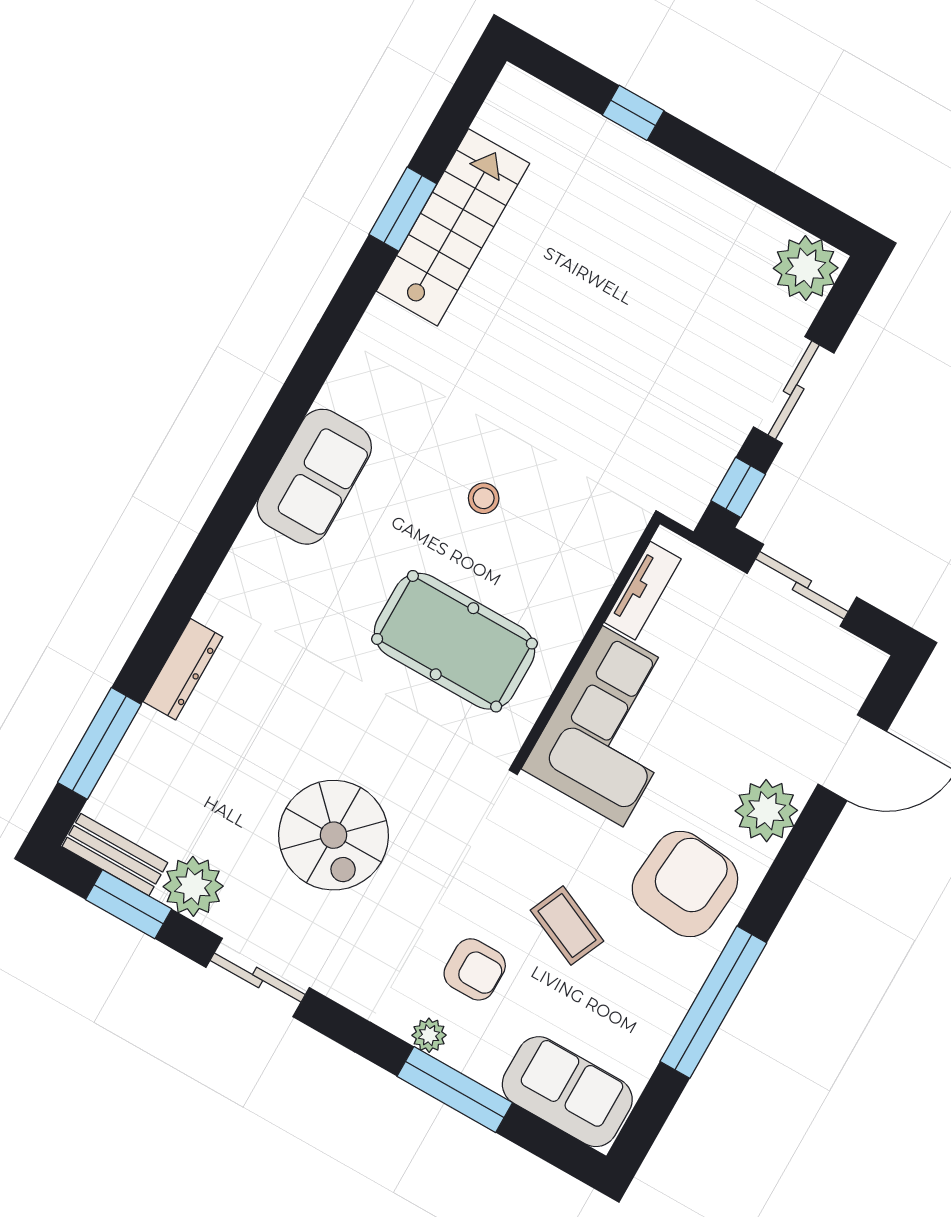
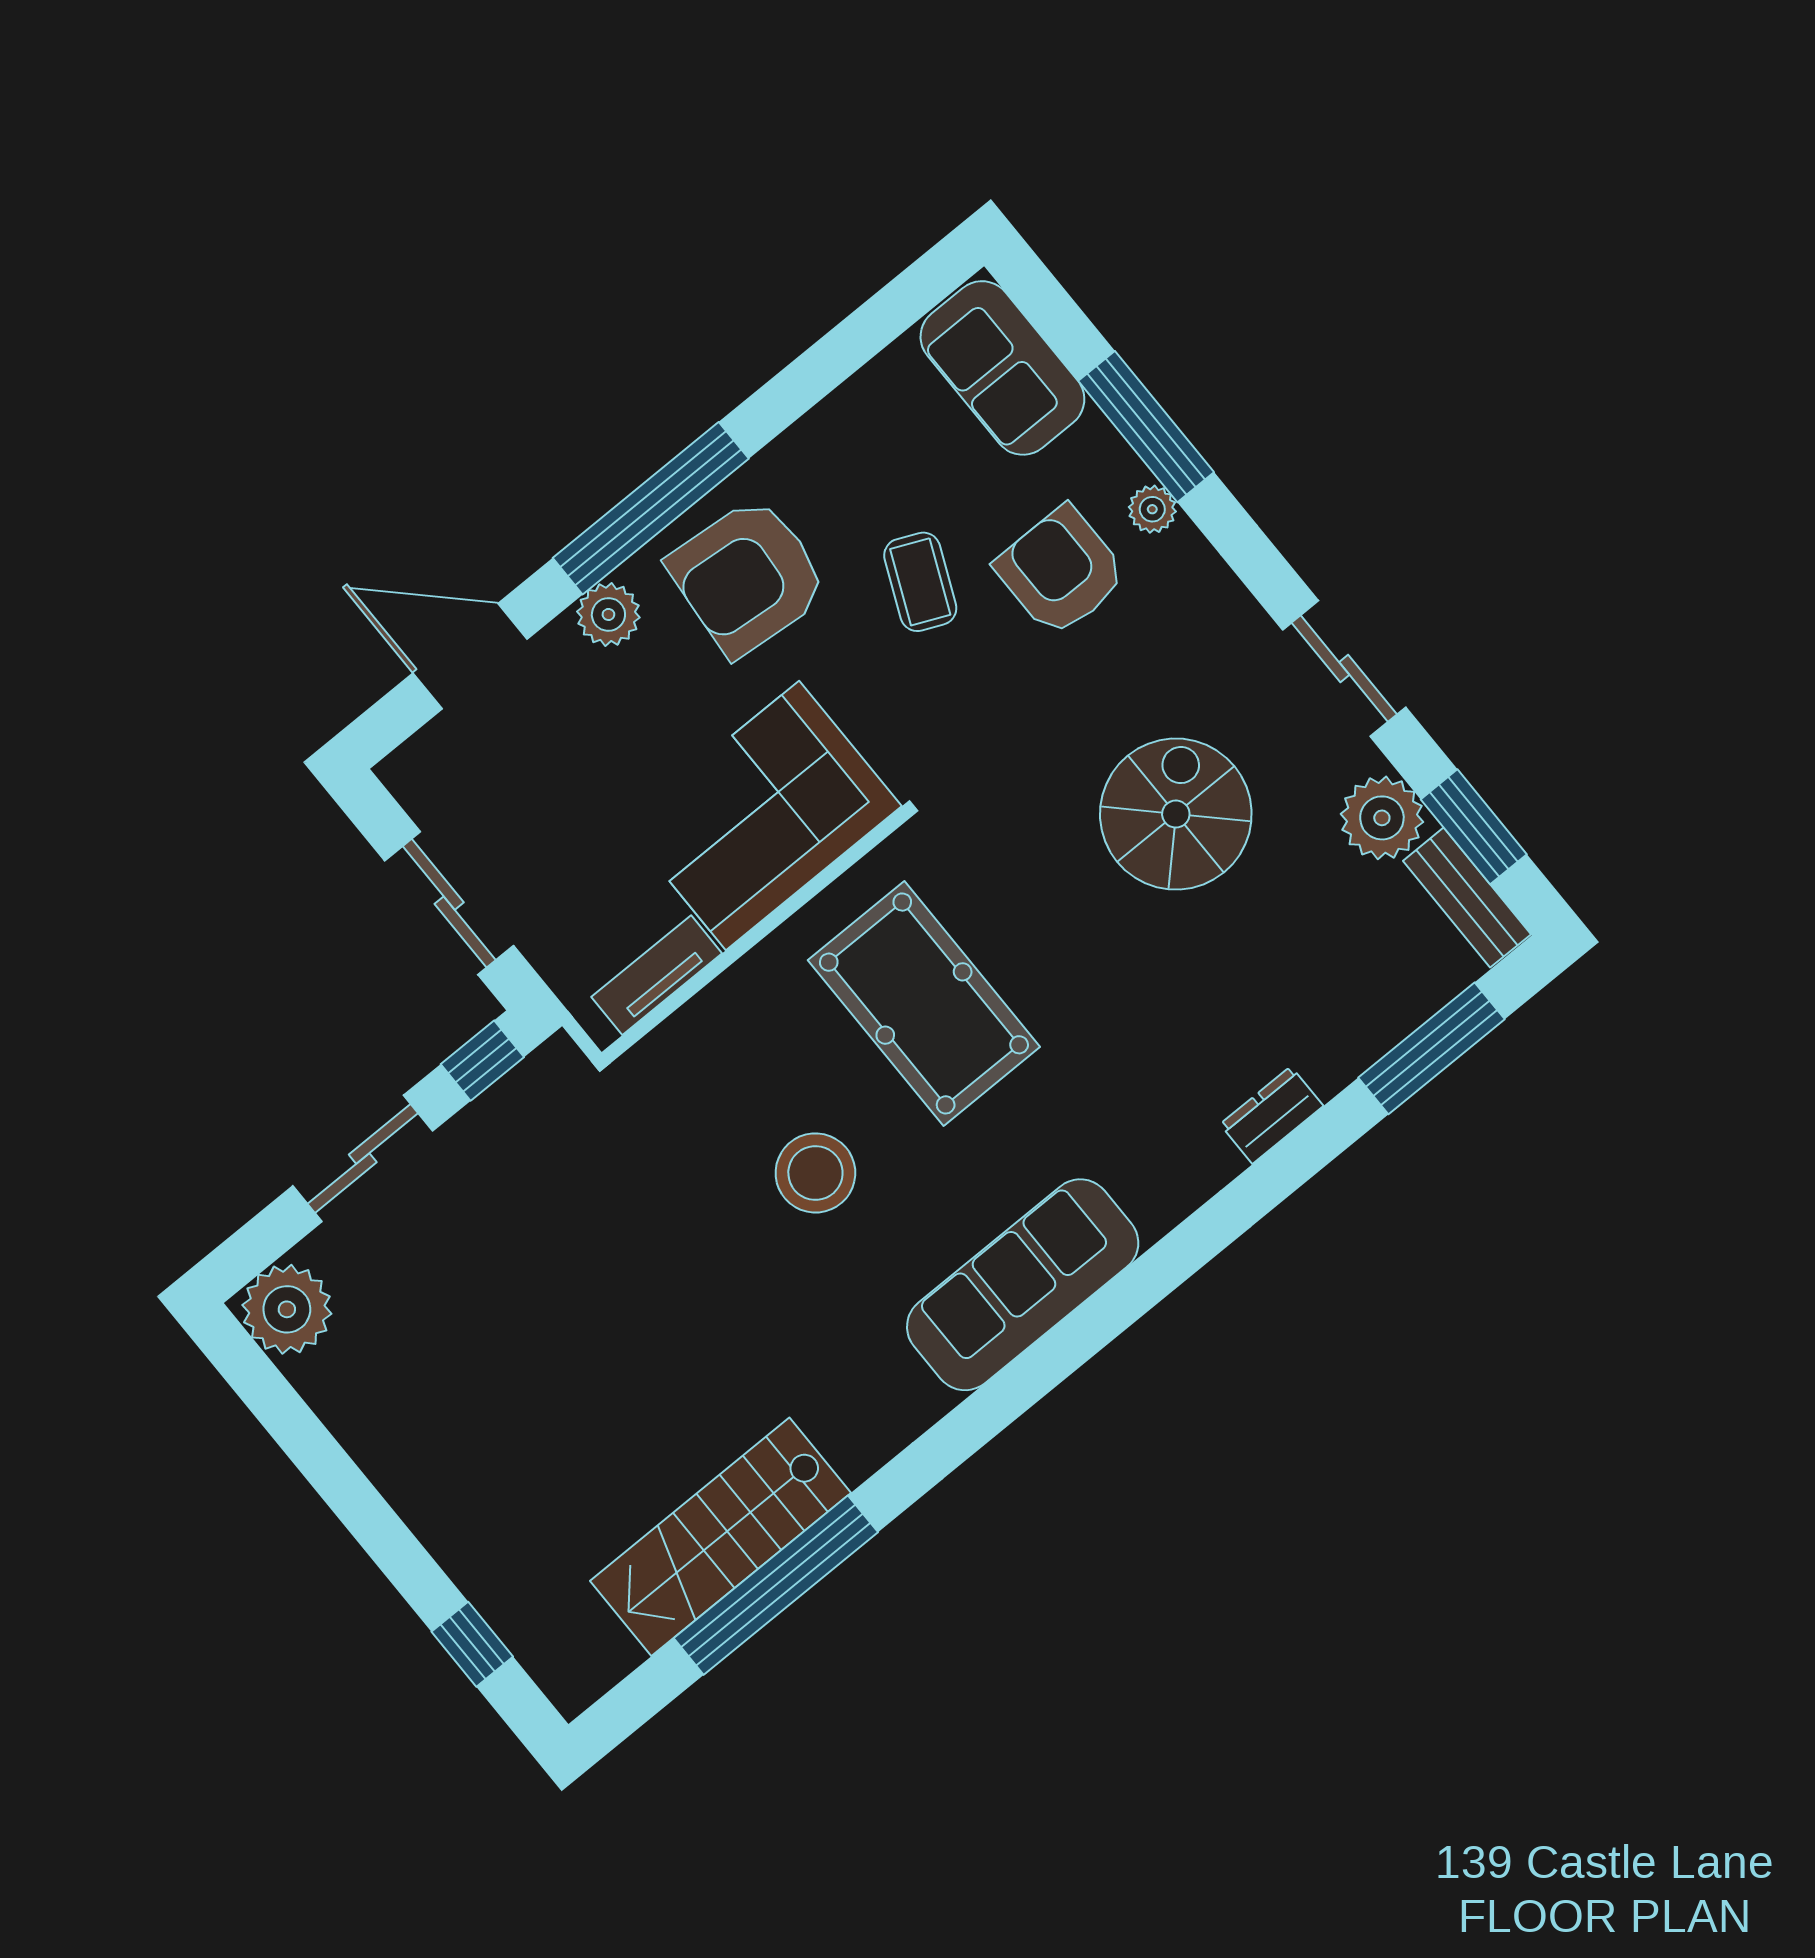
window: (633, 113) -> (472, 1644), moved
window: (403, 209) -> (776, 1585), width x2.11
sofa: (314, 477) -> (1023, 1285), width x1.36
stool: (484, 498) -> (815, 1173), width x1.89, depth x1.89
dresser: (183, 669) -> (1272, 1115), width x0.70
plant: (766, 811) -> (608, 614), width x0.73, depth x0.73
armchair: (475, 969) -> (1061, 571), width x1.38, depth x1.38
window: (713, 1002) -> (651, 508), moved

